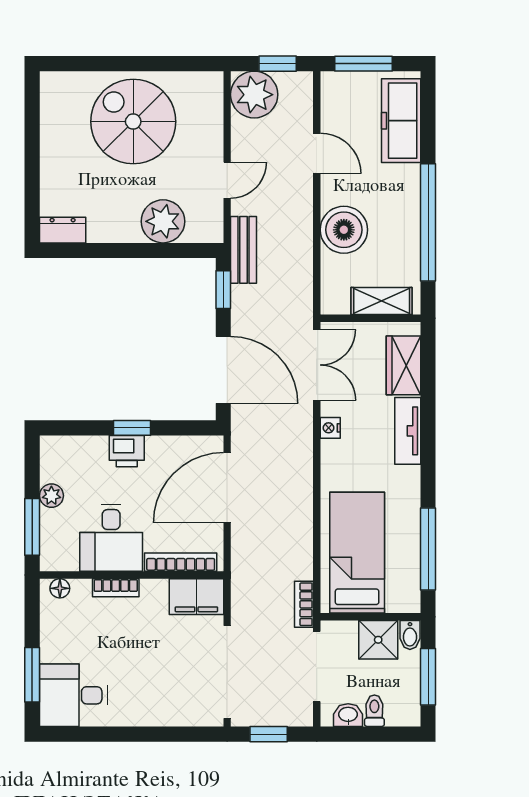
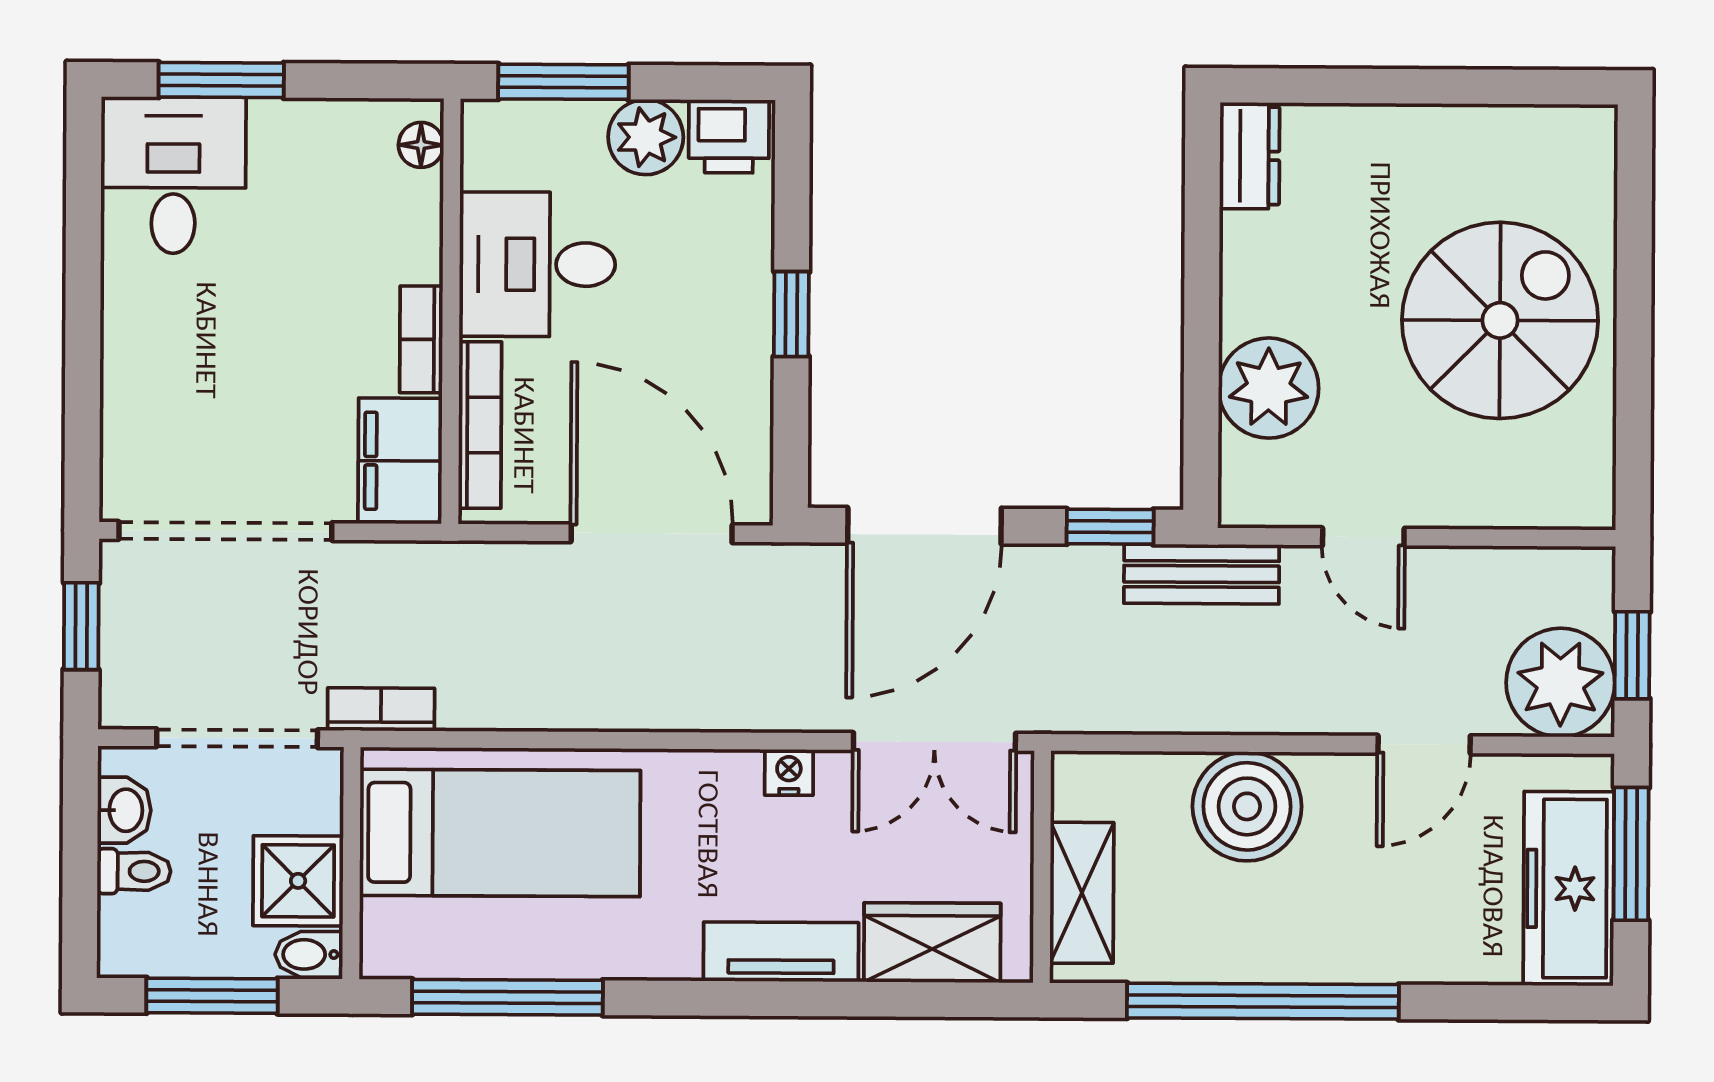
plant: (254, 95) -> (1560, 683), moved
freezer: (401, 121) -> (1569, 889), moved, turned -90
printer: (127, 451) -> (729, 136), moved, turned -90
plant: (51, 496) -> (646, 137), width x1.38, depth x1.38
bookcase: (116, 588) -> (421, 339), moved

